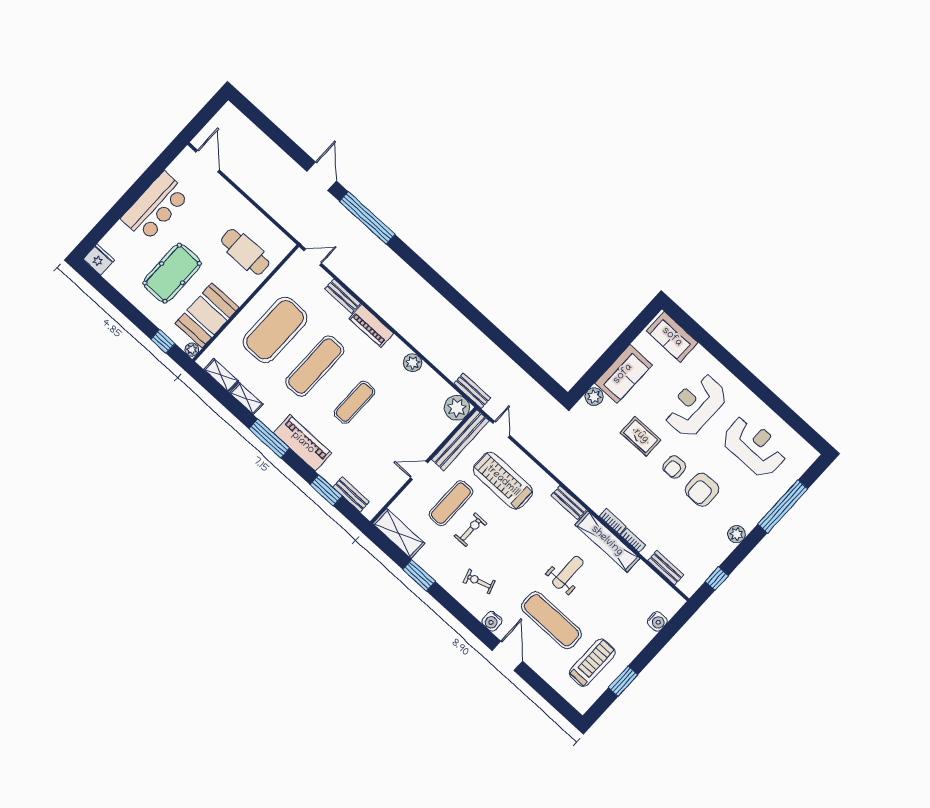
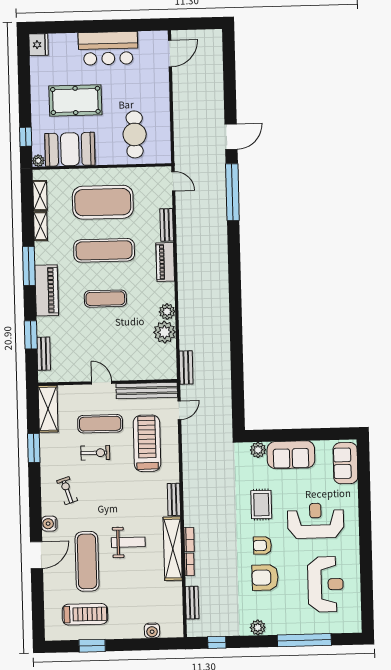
plant: (457, 408) -> (165, 332), moved

